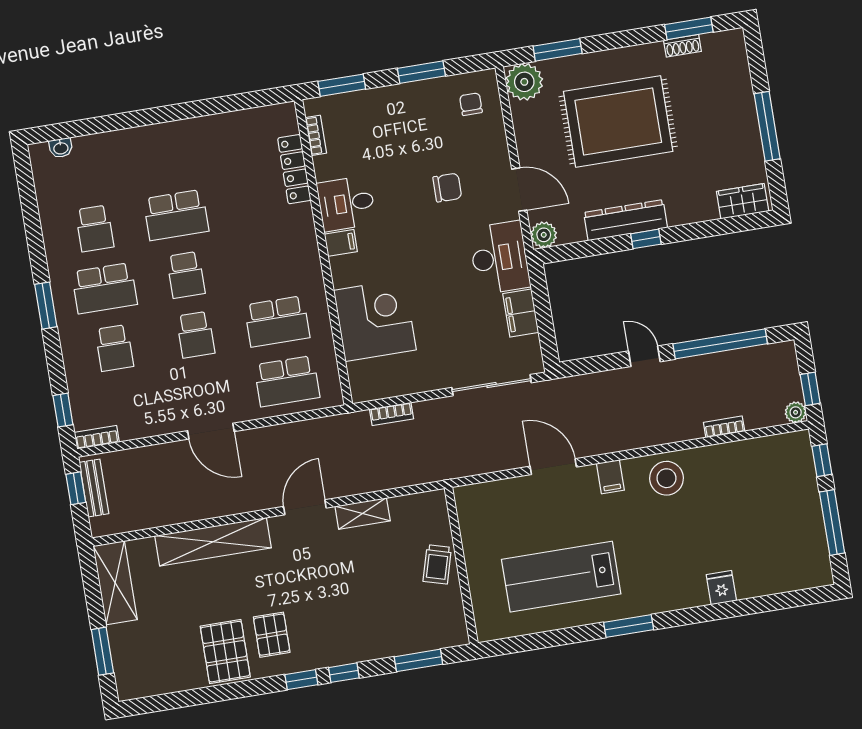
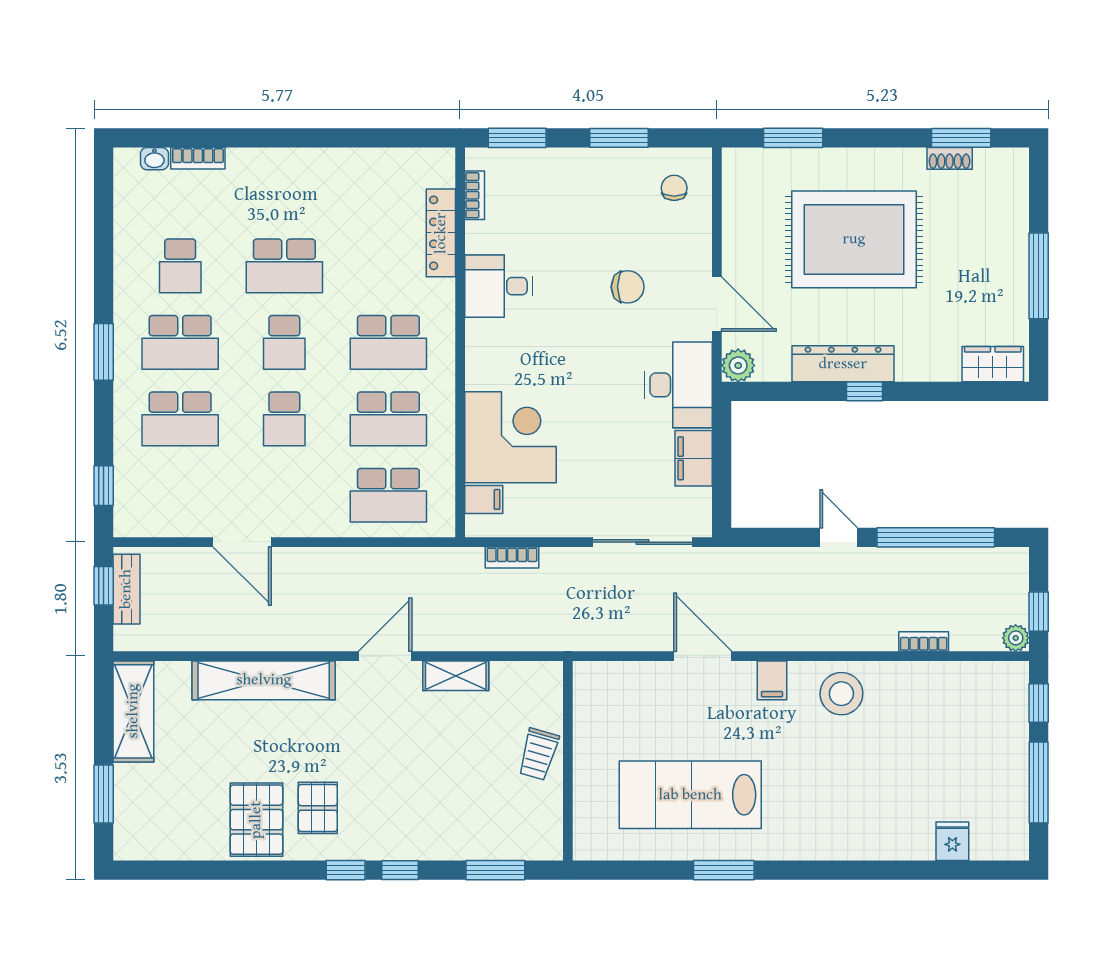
plant: (524, 82) -> (745, 171), removed
filing cabinet: (341, 243) -> (484, 499), moved
school desk: (267, 262) -> (388, 342), added
school desk: (114, 348) -> (180, 419), width x1.85
door: (211, 431) -> (242, 542), moved
bookcase: (97, 437) -> (198, 158), moved, turned 180
fridge: (721, 588) -> (952, 841), moved
window: (629, 626) -> (724, 870), moved

